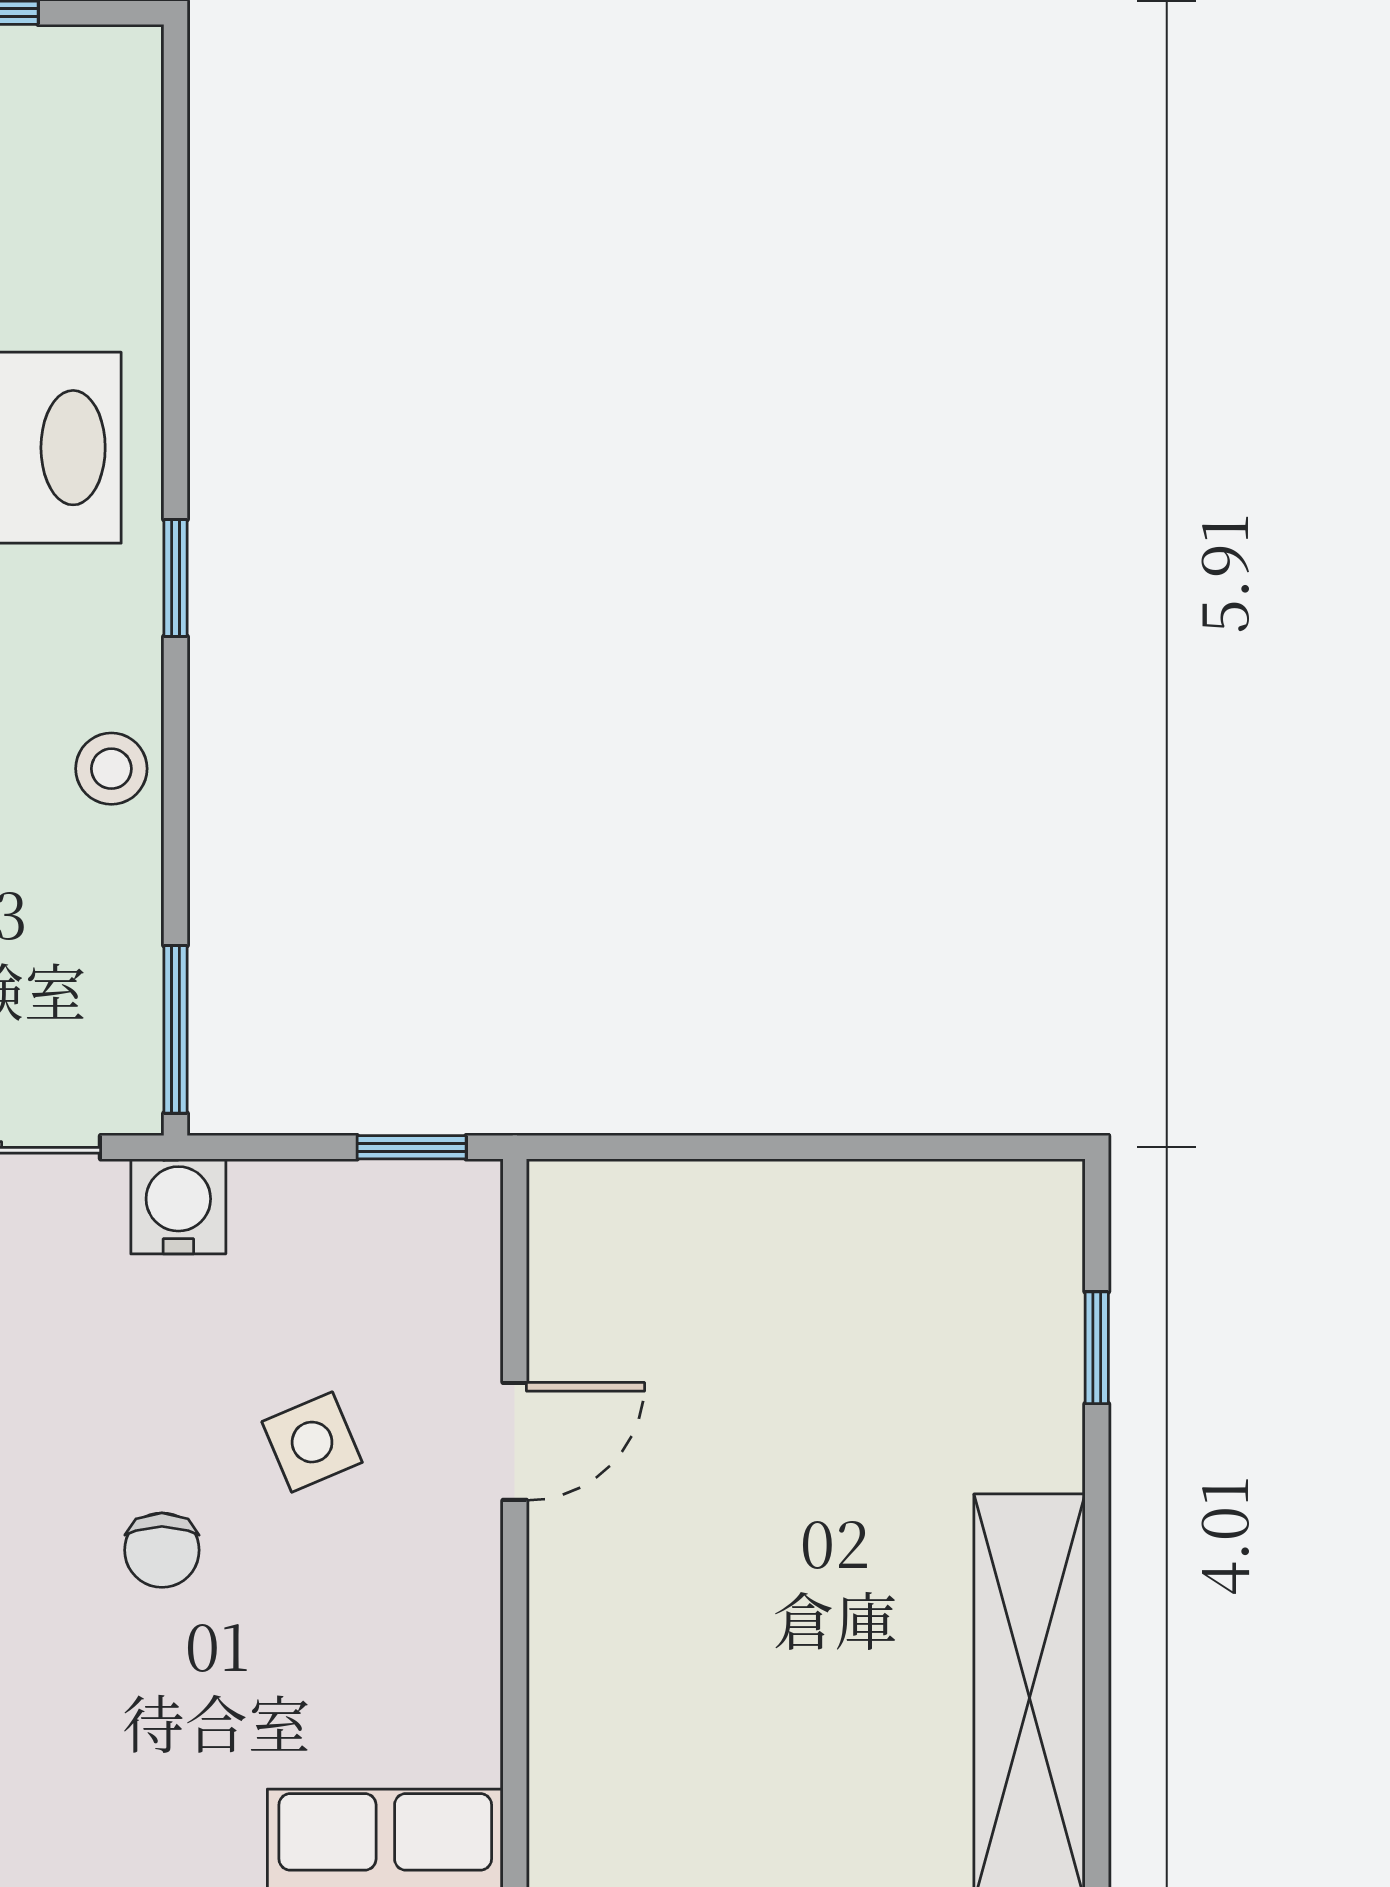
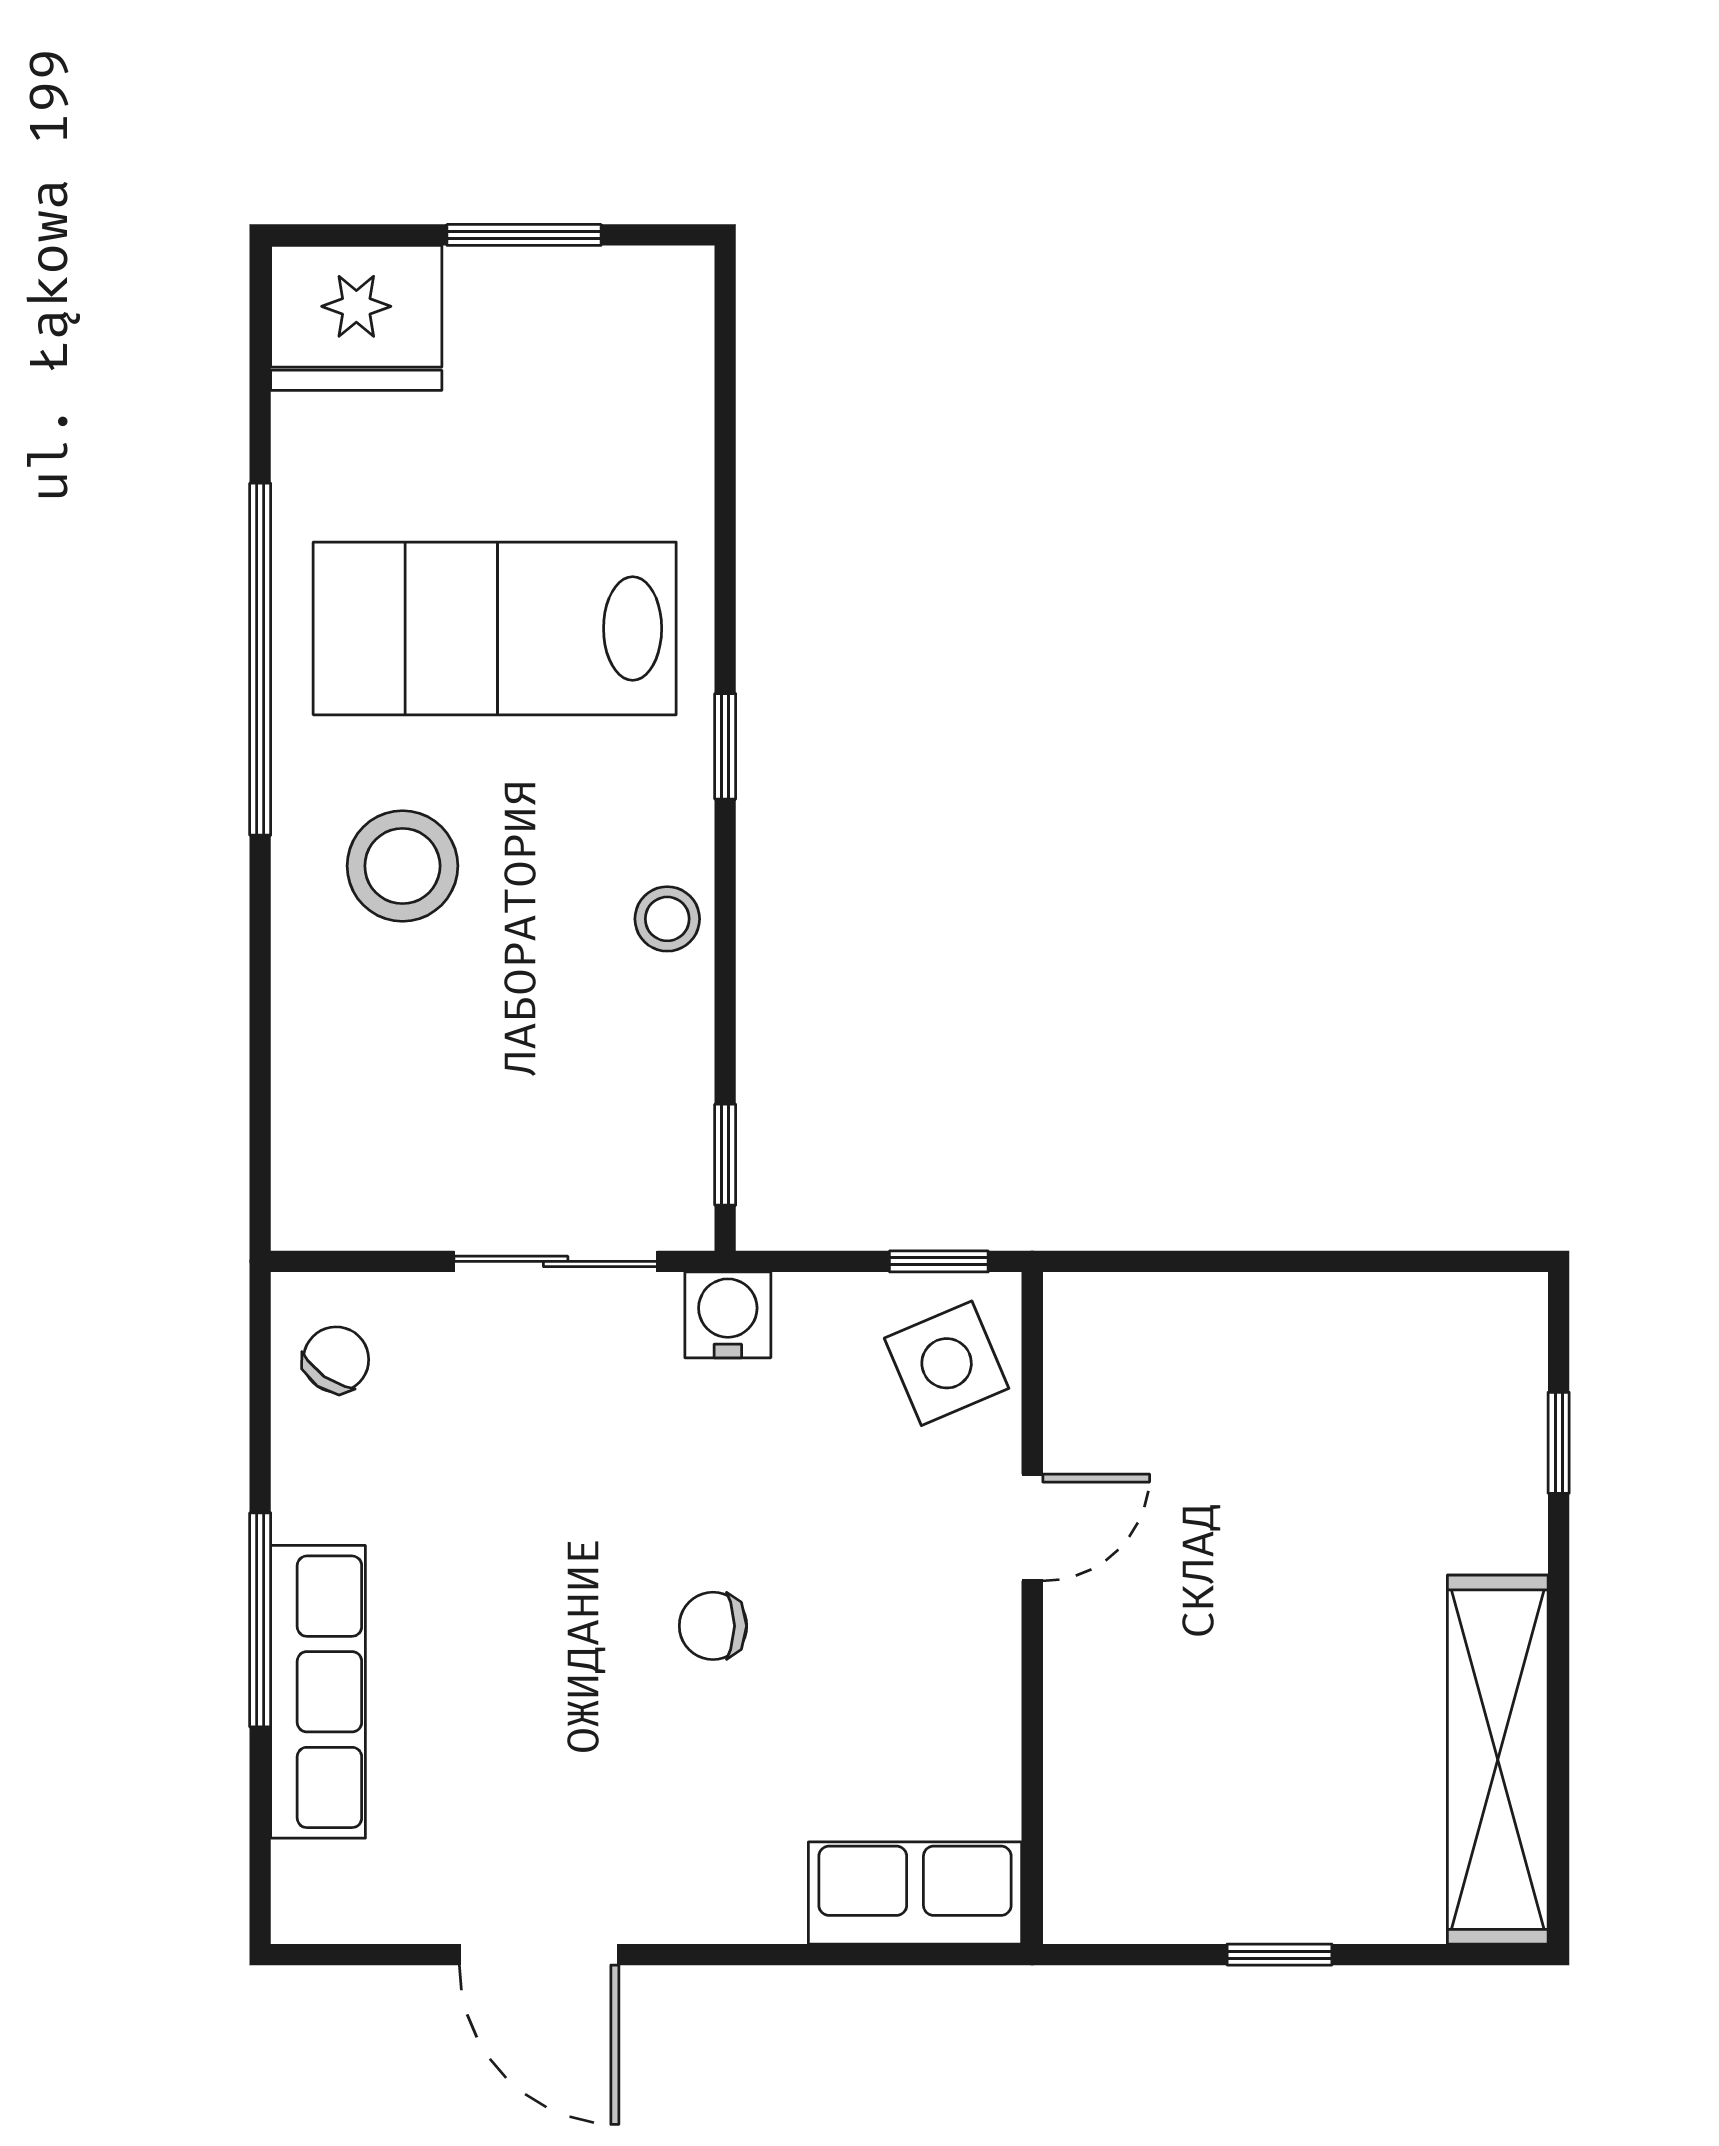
window: (175, 1029) -> (725, 1155), width x0.67
side table: (312, 1442) -> (947, 1363), moved, width x1.37, depth x1.37
chair: (162, 1550) -> (713, 1626), turned 90

